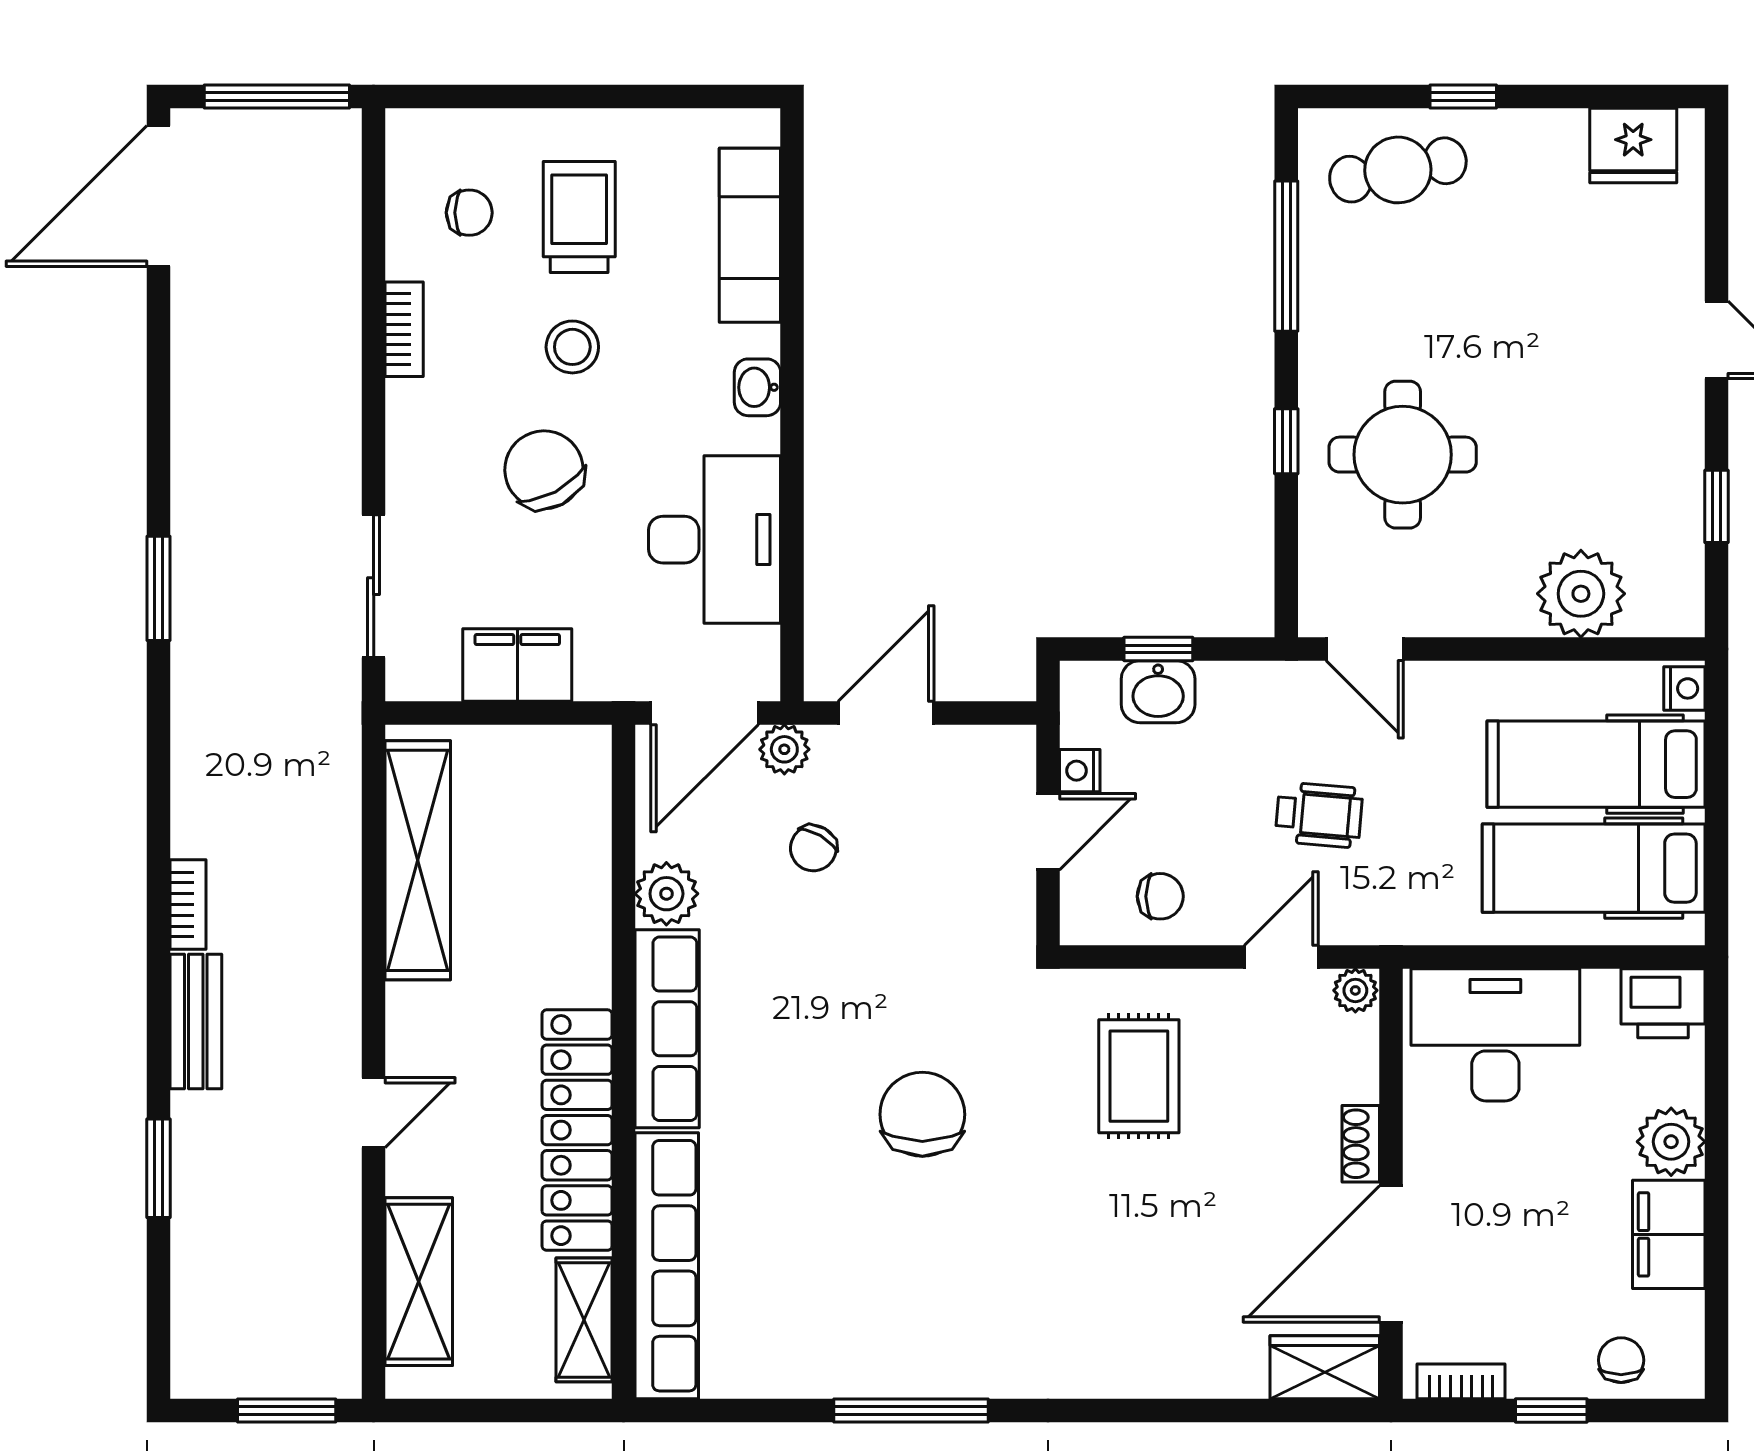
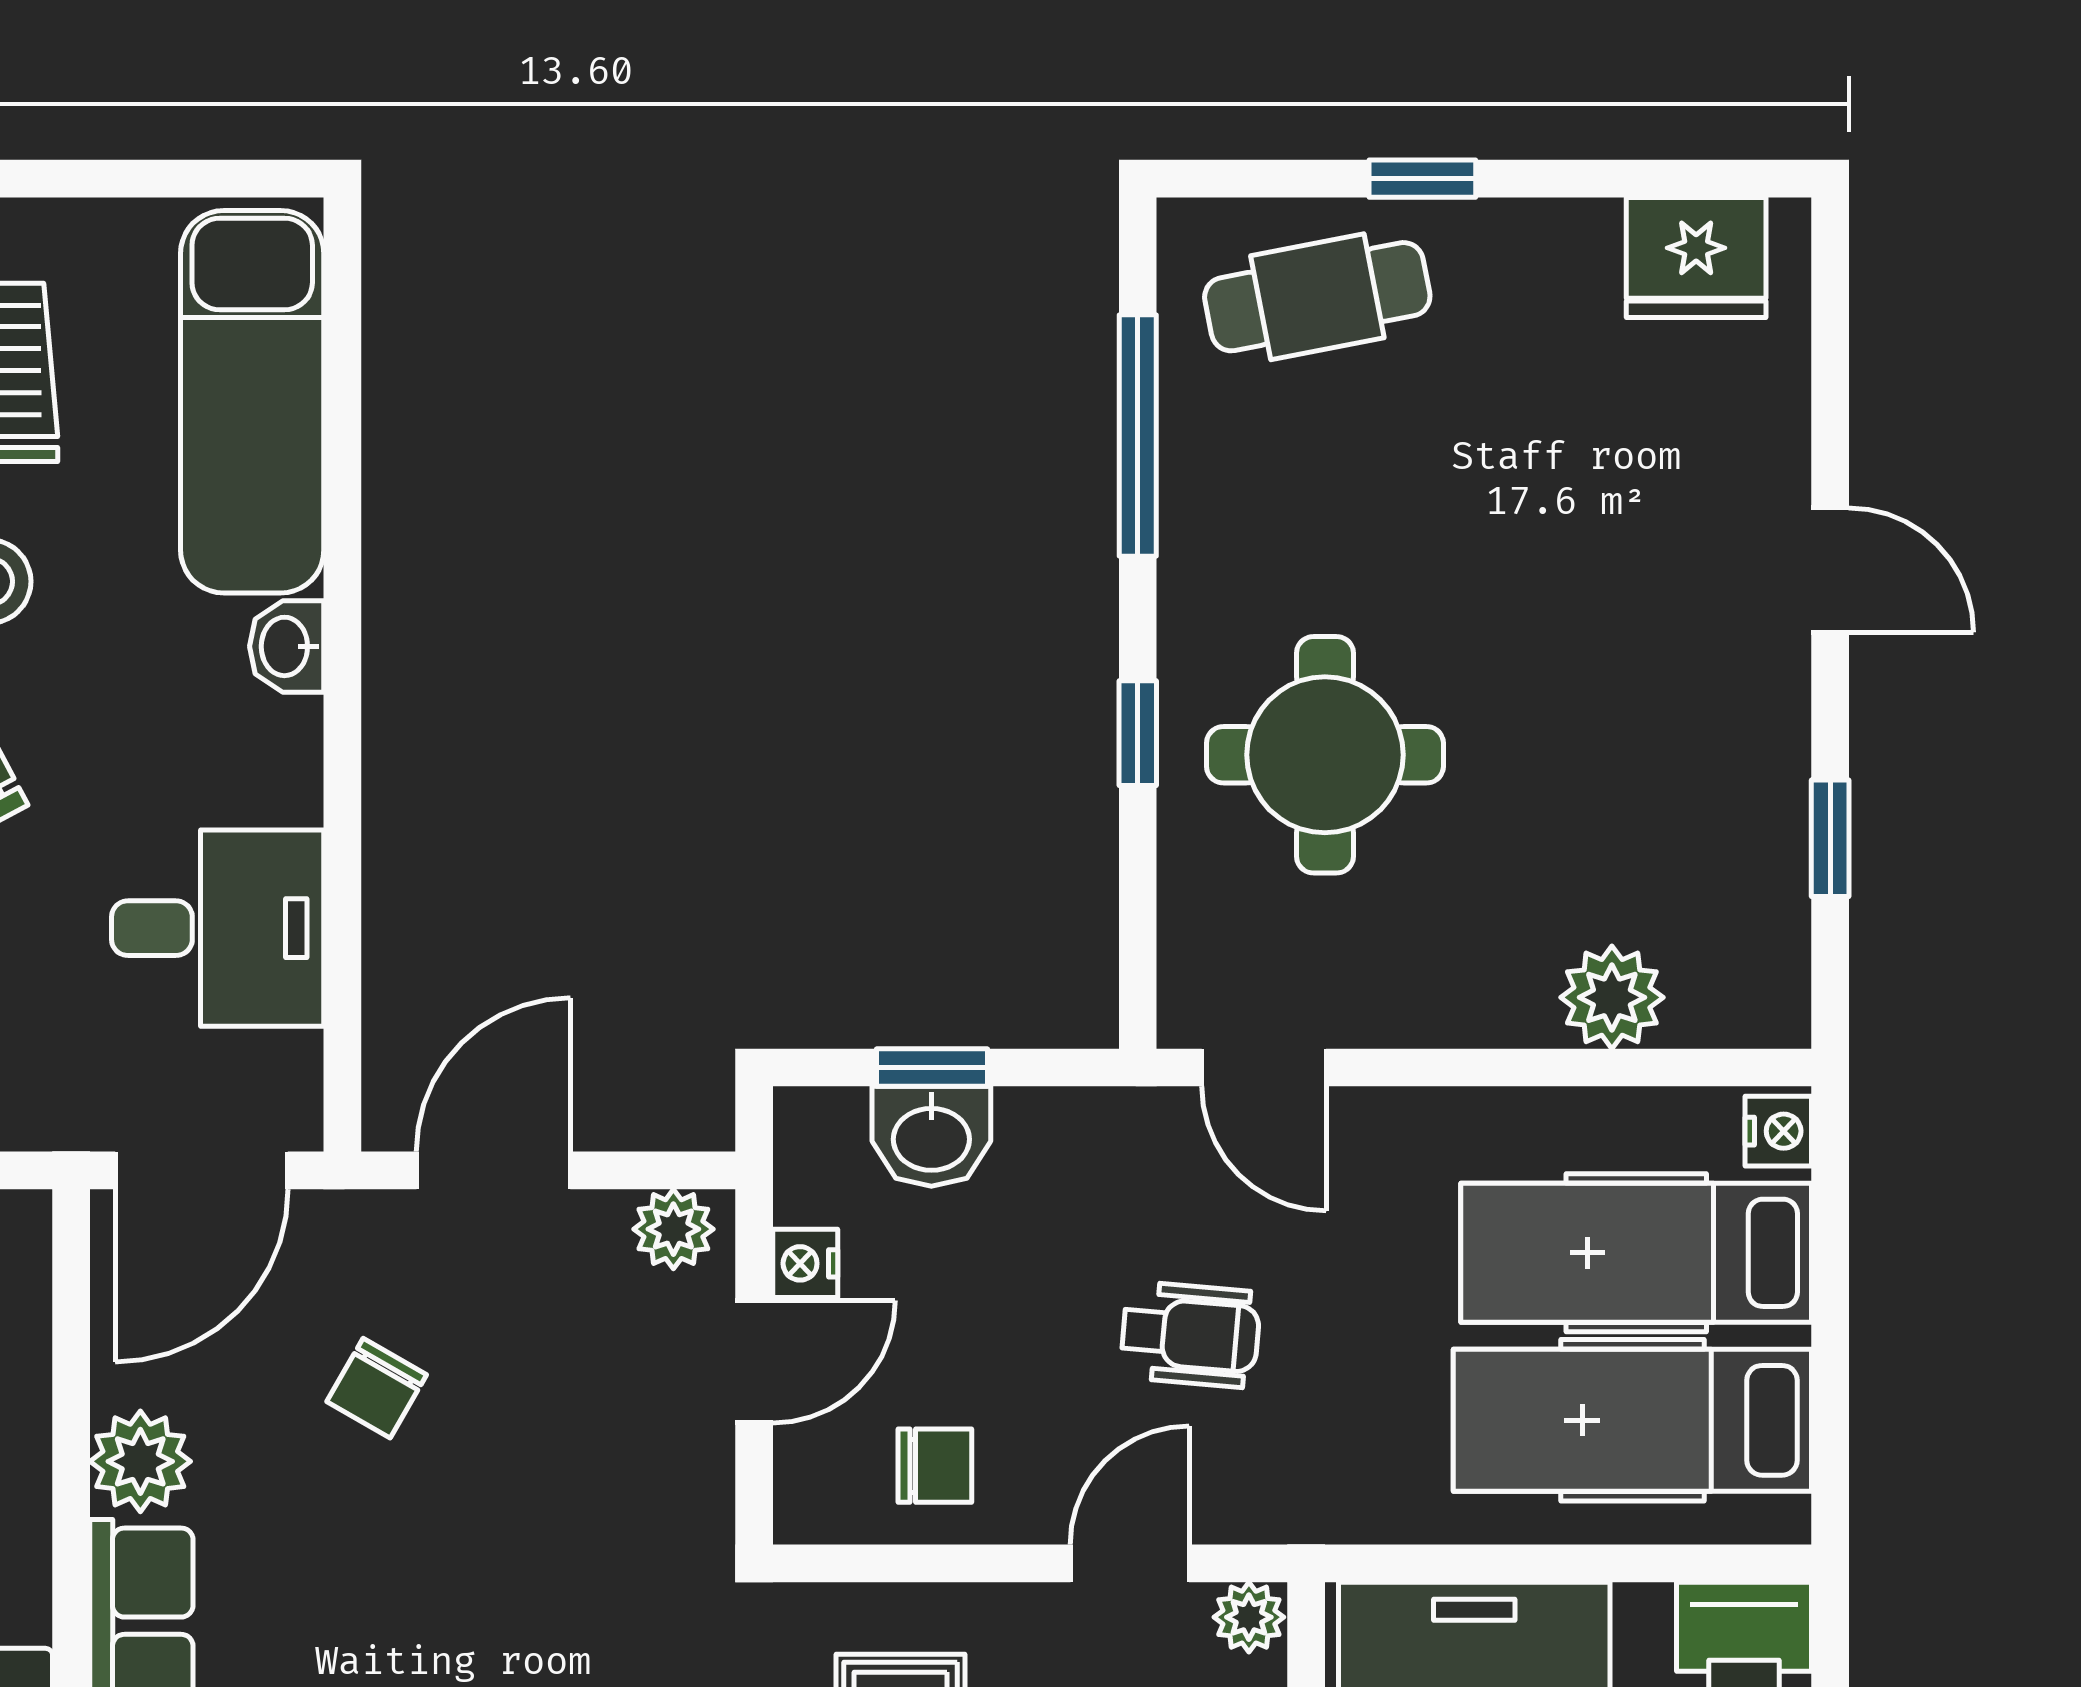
exam couch: (750, 235) -> (252, 402), width x1.36, depth x1.45
desk: (715, 540) -> (218, 928), width x0.73
plant: (1581, 594) -> (1612, 997), width x0.73, depth x0.73
plant: (784, 749) -> (673, 1229), moved

